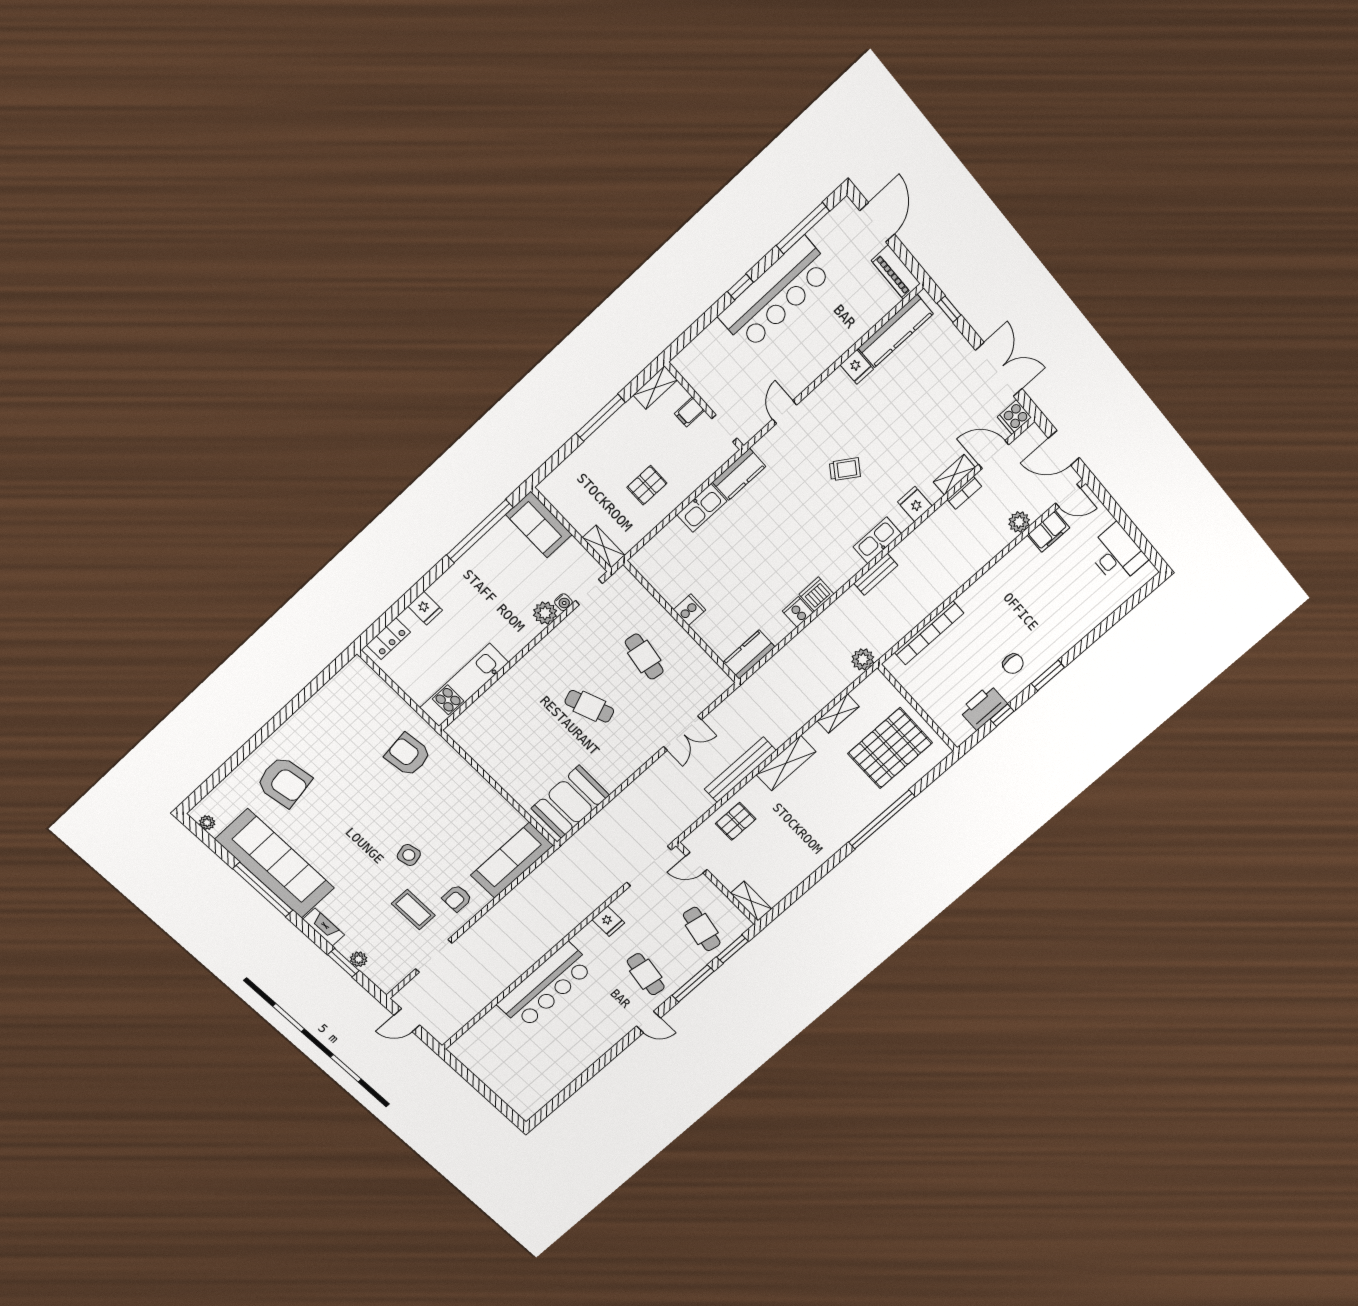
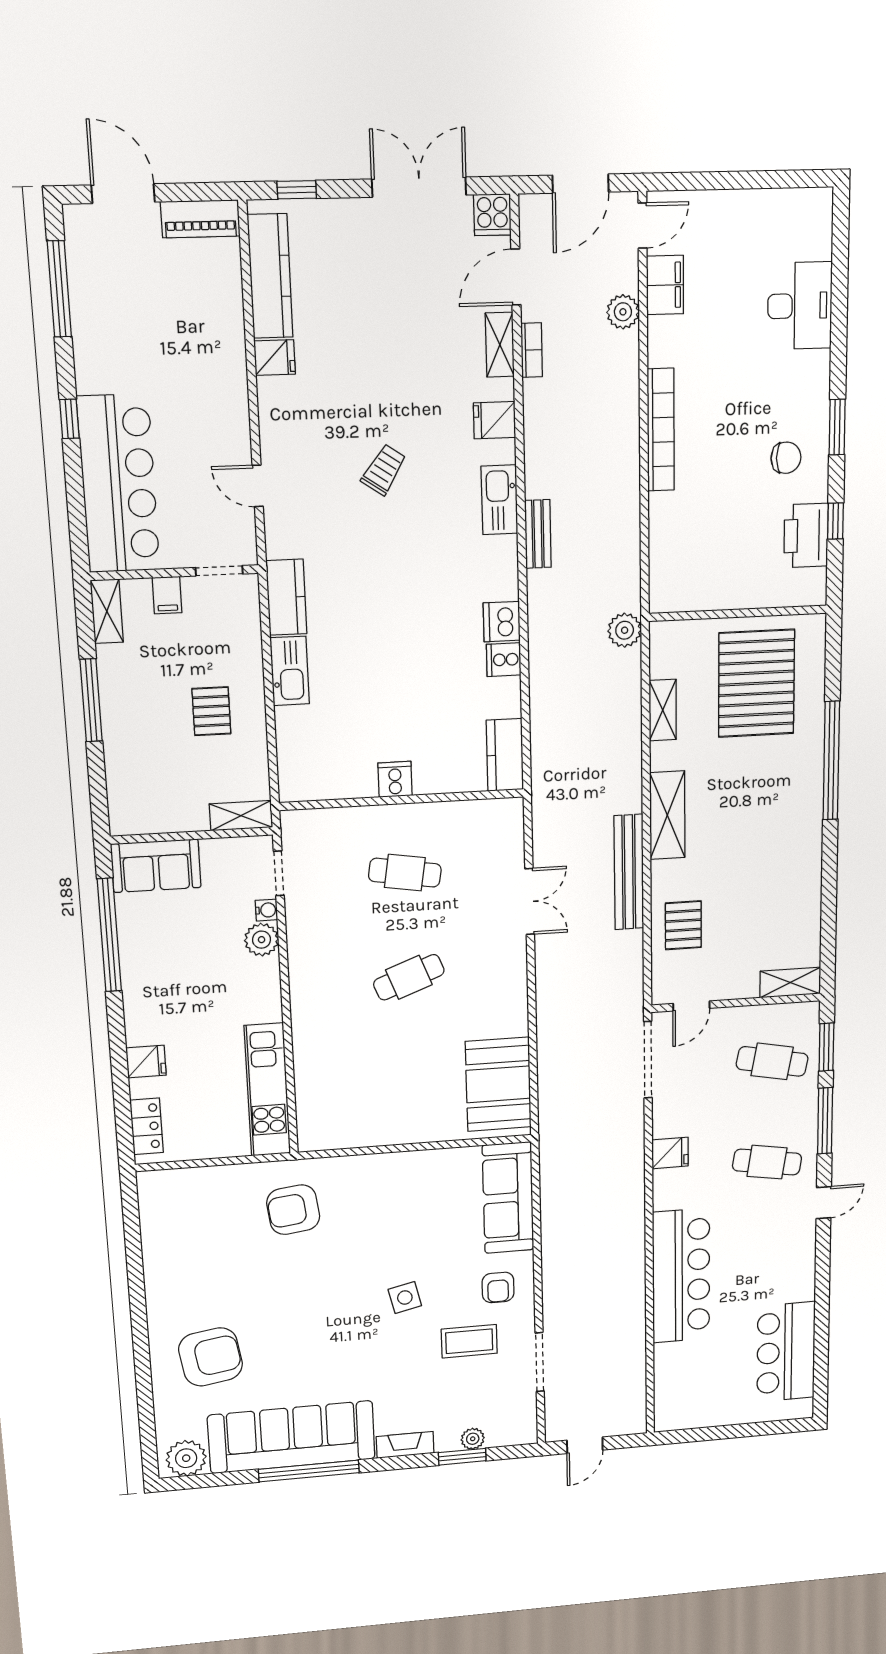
bar counter: (776, 294) -> (119, 484), moved
desk: (1117, 555) -> (800, 306), moved, turned 90
bookcase: (929, 633) -> (661, 430), moved
plant: (207, 823) -> (186, 1458), width x1.88, depth x1.88
bar counter: (550, 1076) -> (786, 1352), added

